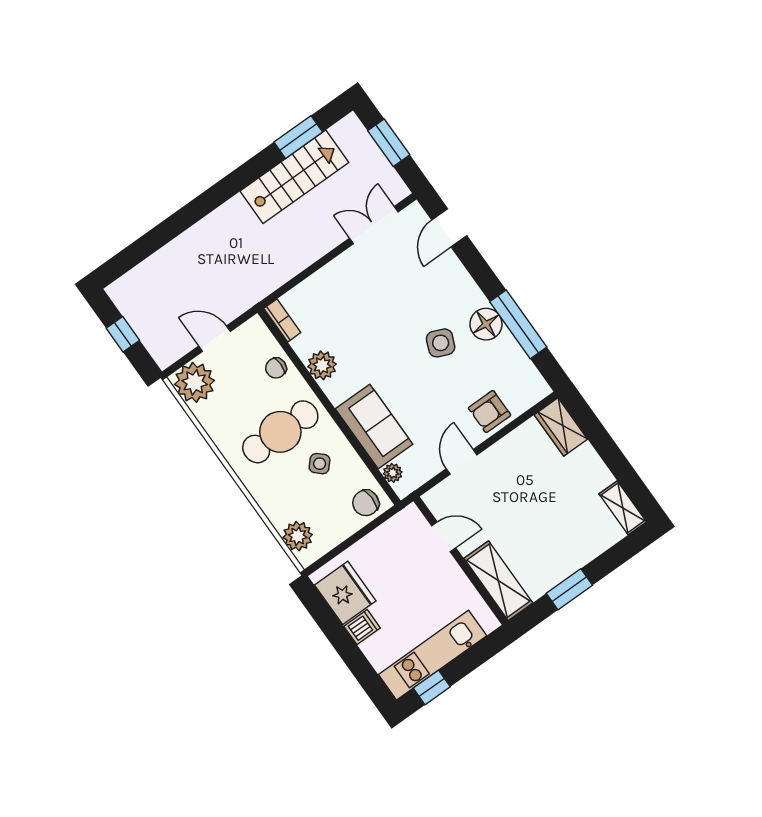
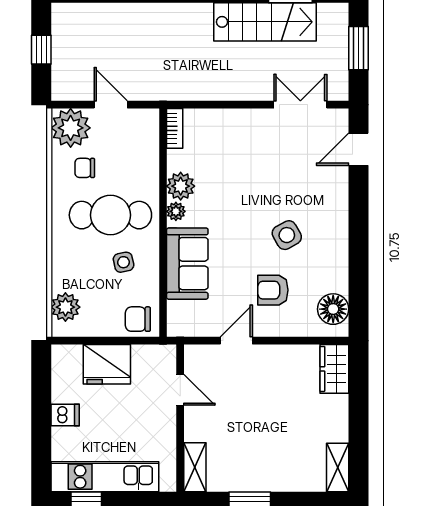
floor lamp: (486, 324) -> (333, 309), moved
window: (518, 324) -> (358, 264), removed
side table: (441, 343) -> (287, 235), turned 38
chair: (276, 368) -> (85, 168), moved
armchair: (490, 412) -> (273, 290), moved
side table: (320, 464) -> (124, 262), turned 35
plant: (393, 473) -> (176, 211), moved
shelving: (498, 581) -> (195, 467), width x0.67, depth x0.75
fridge: (345, 593) -> (107, 364), moved, turned 90

